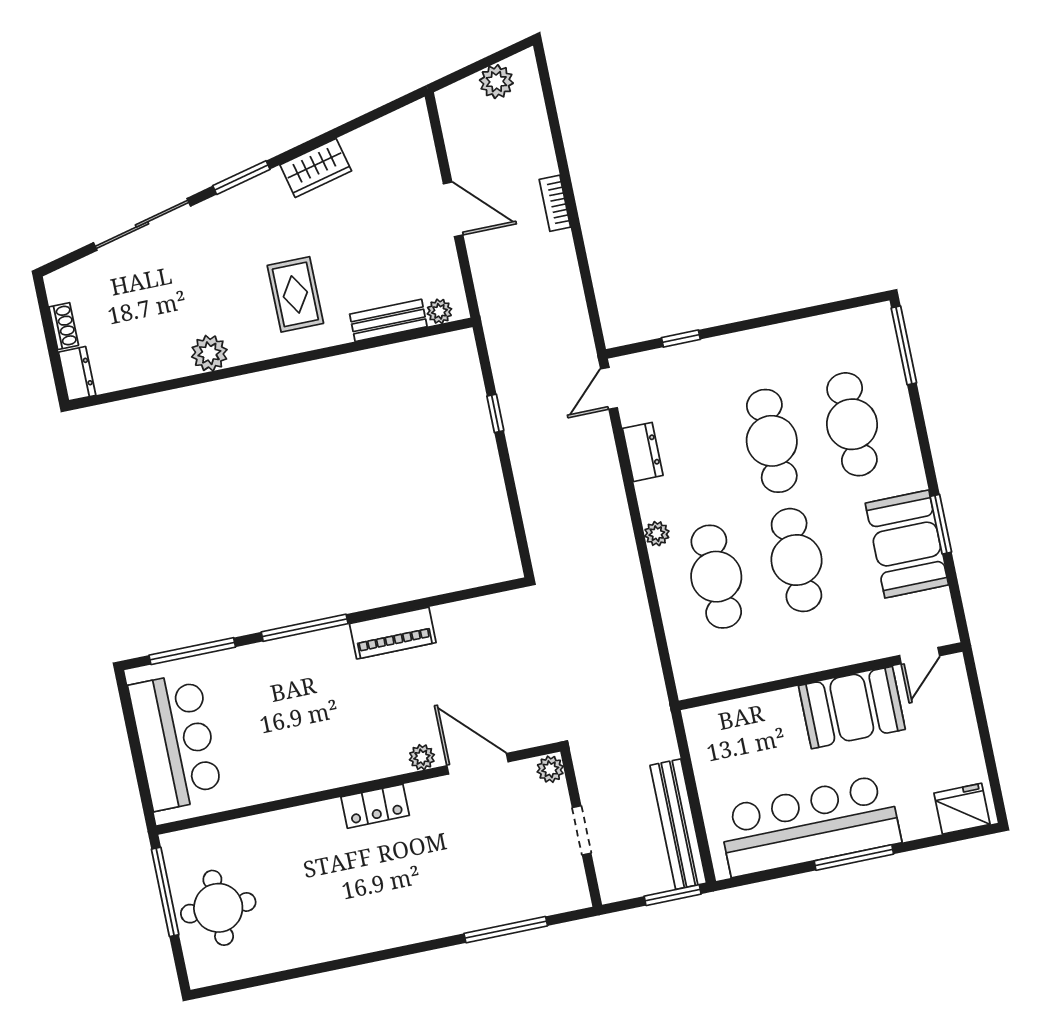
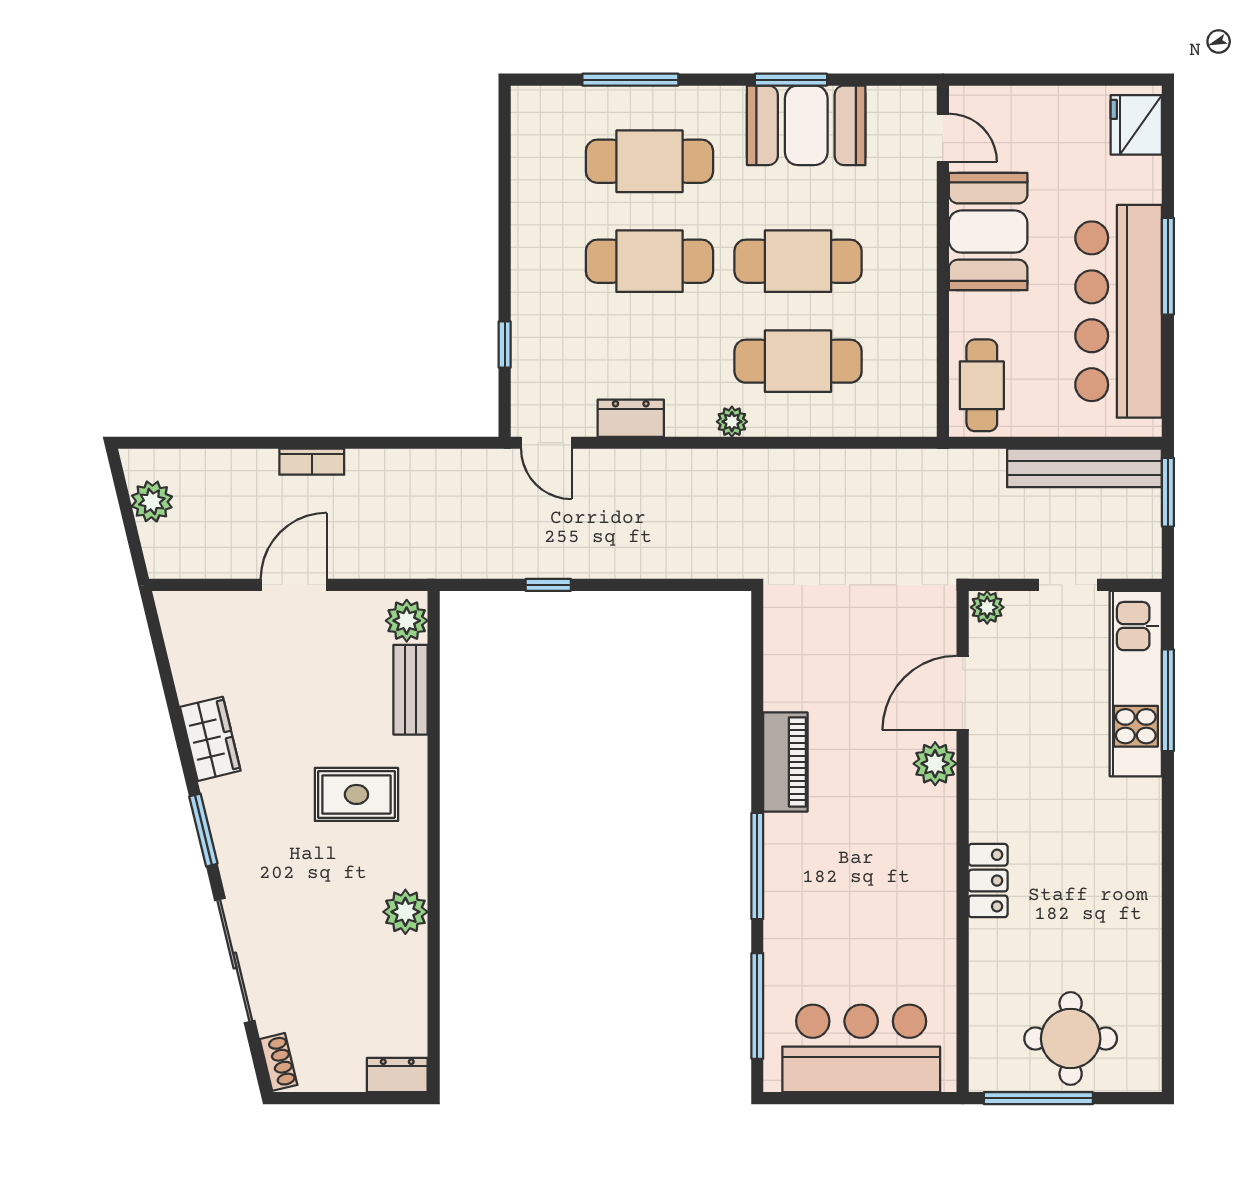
plant: (439, 311) -> (407, 621), width x1.38, depth x1.38
shoe rack: (64, 326) -> (279, 1062), moved, turned 76
window: (904, 345) -> (630, 80), moved
cafe table: (727, 728) -> (982, 385), added
plant: (422, 757) -> (935, 764), width x1.38, depth x1.38
locker: (375, 806) -> (988, 881), moved
kitchen unit: (514, 901) -> (1136, 684), added

